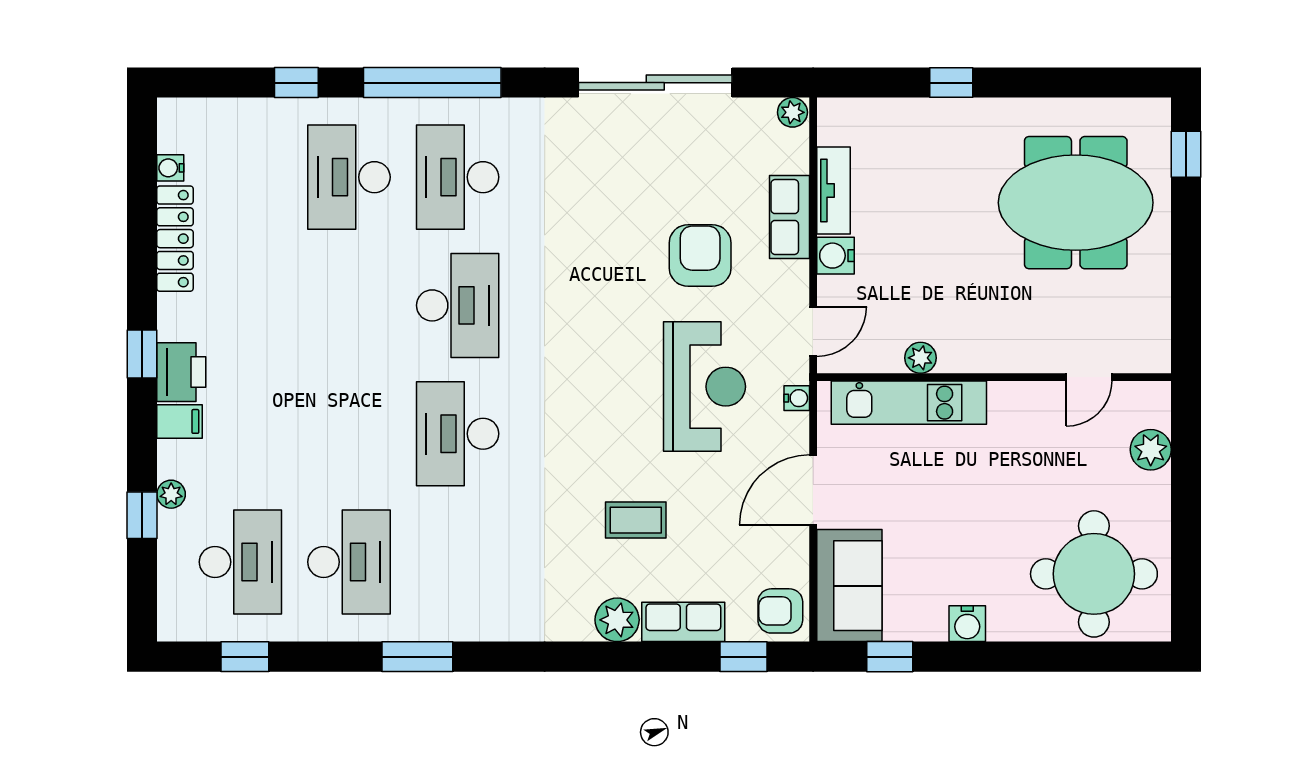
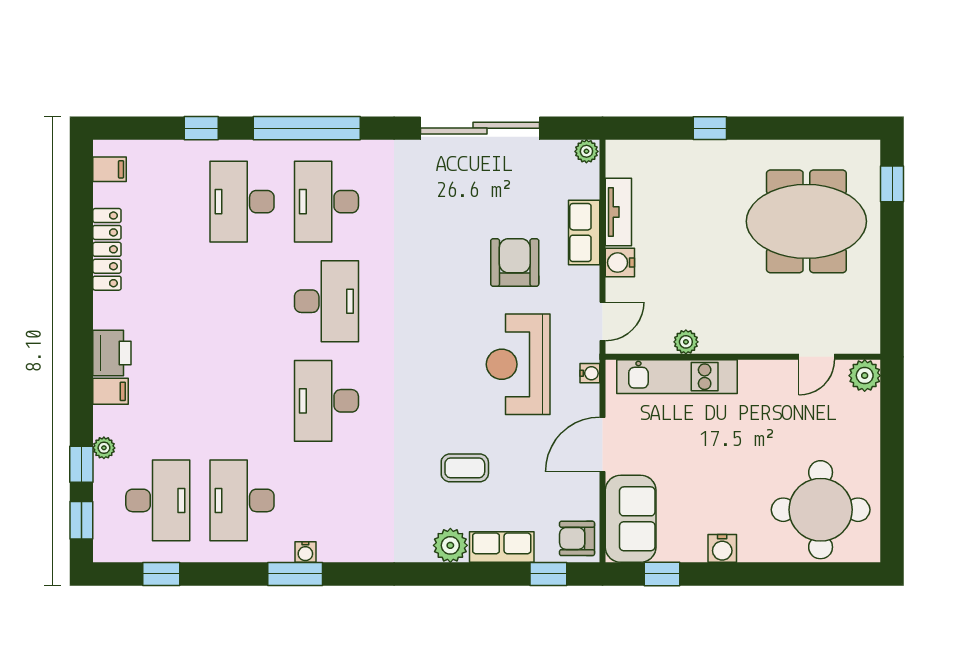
filing cabinet: (178, 136) -> (110, 169), added
water cooler: (170, 168) -> (305, 552), moved, turned -90
window: (142, 354) -> (81, 520), moved
reception desk: (705, 387) -> (518, 364), turned 180
plant: (1151, 450) -> (865, 376), moved
desk: (349, 562) -> (242, 500), turned 180

